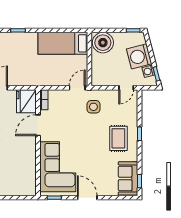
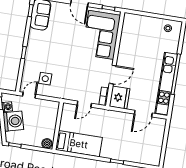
boiler: (103, 43) -> (47, 144), width x0.54, depth x0.54
door: (77, 88) -> (84, 104), moved
side table: (93, 107) -> (45, 79), moved
rug: (118, 138) -> (43, 51), removed

